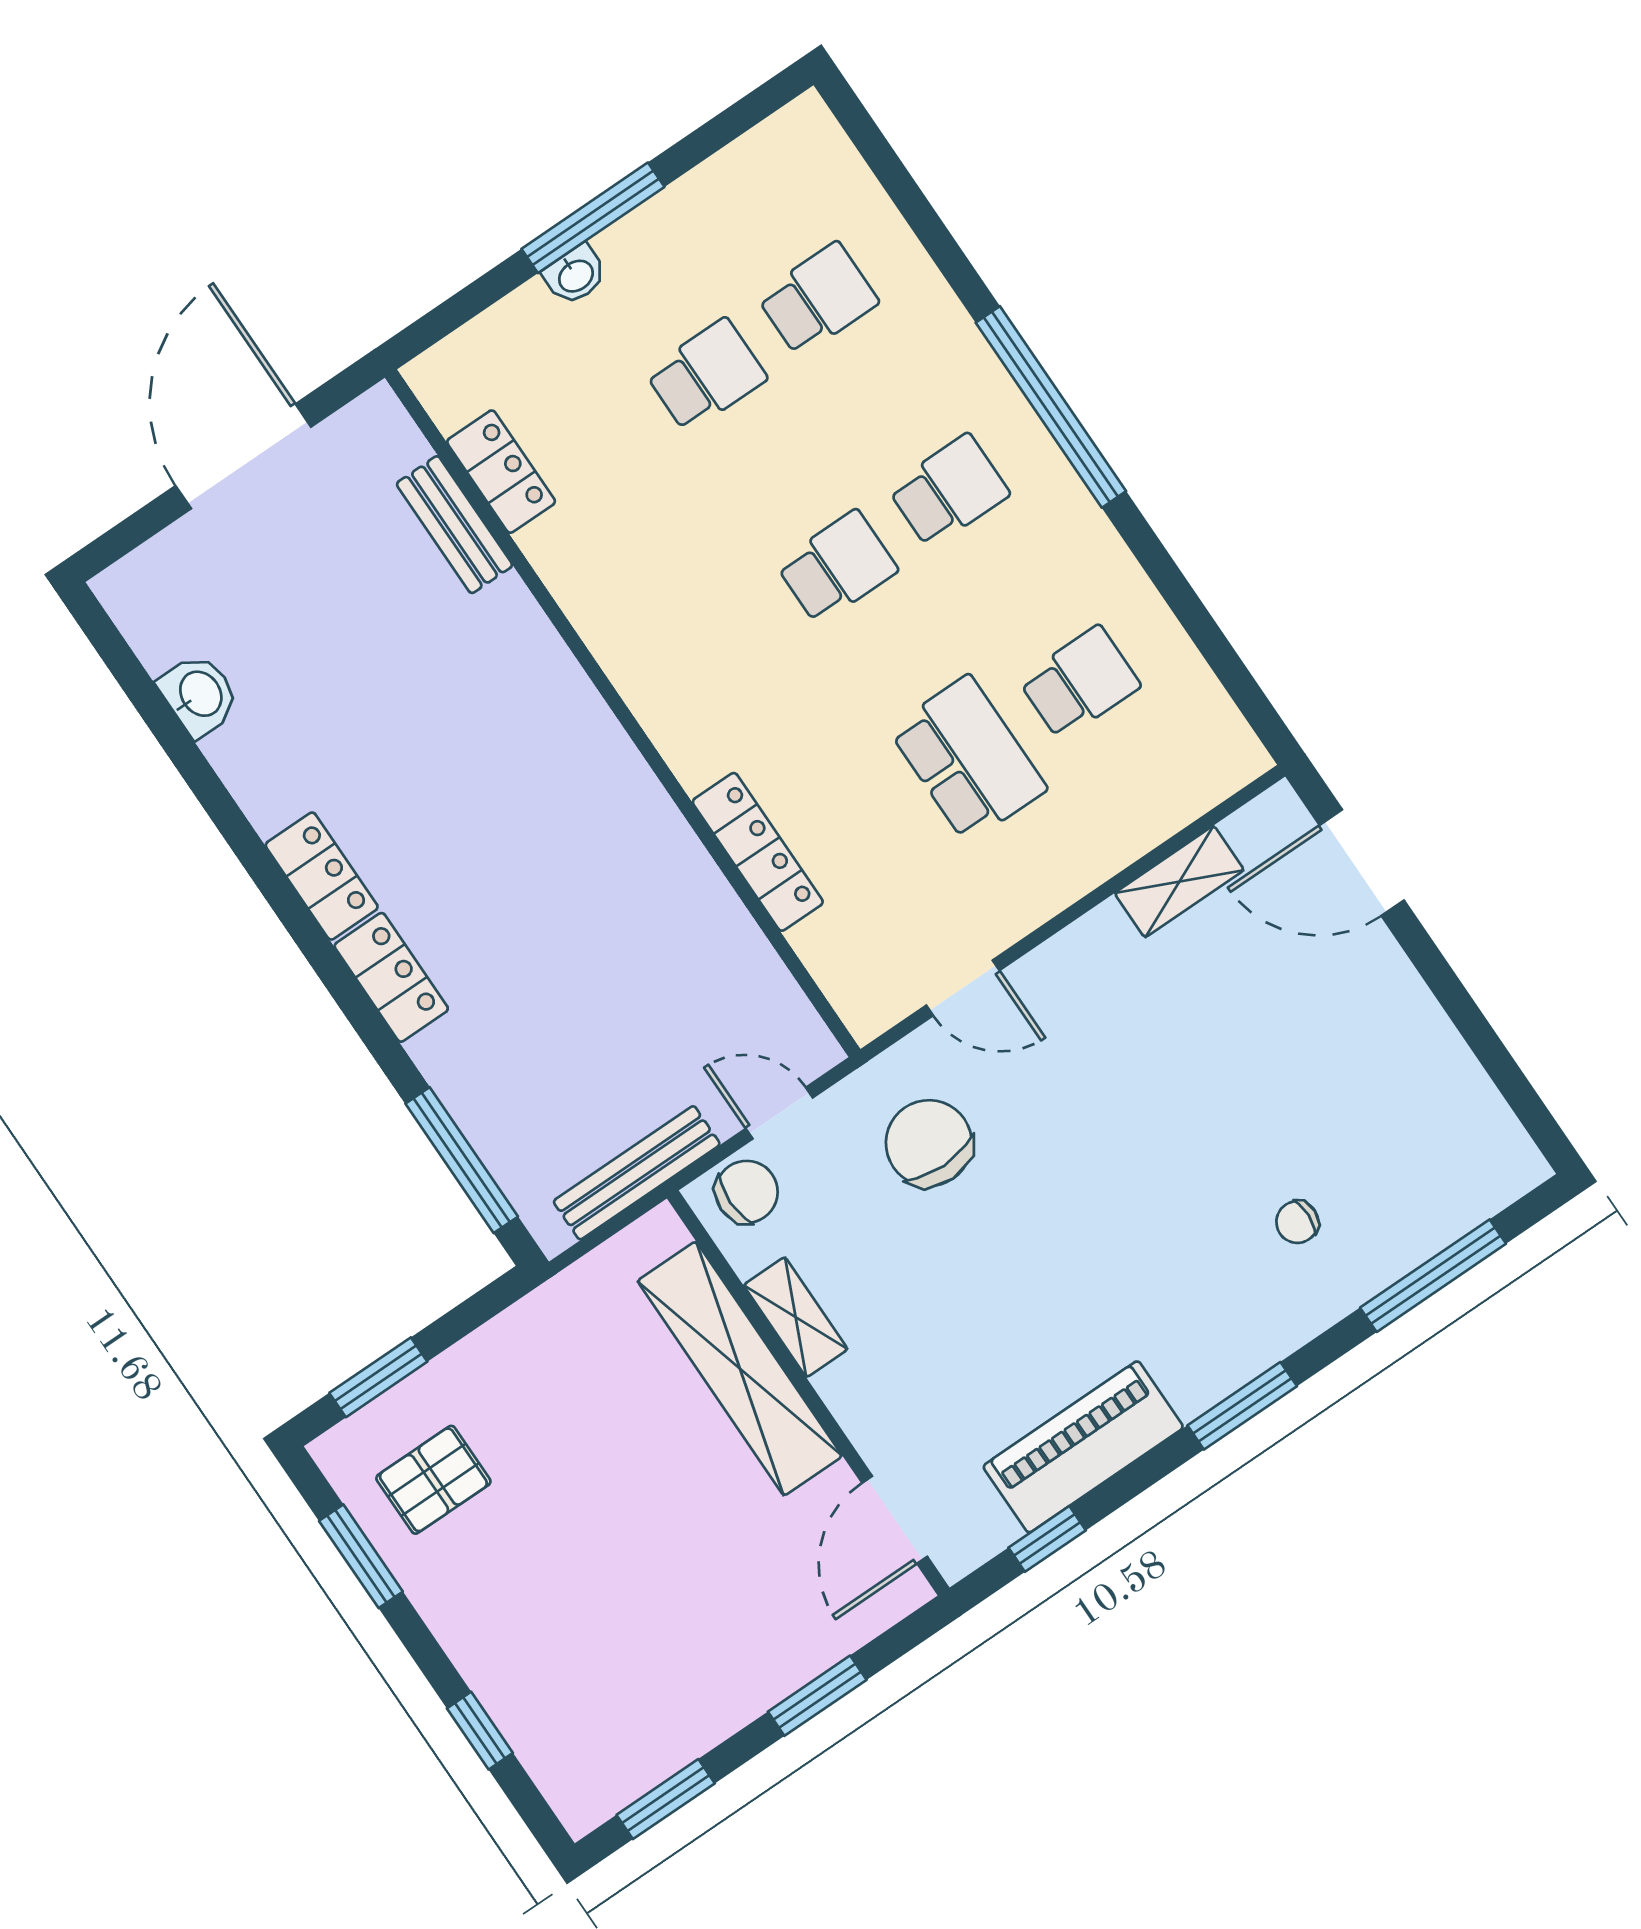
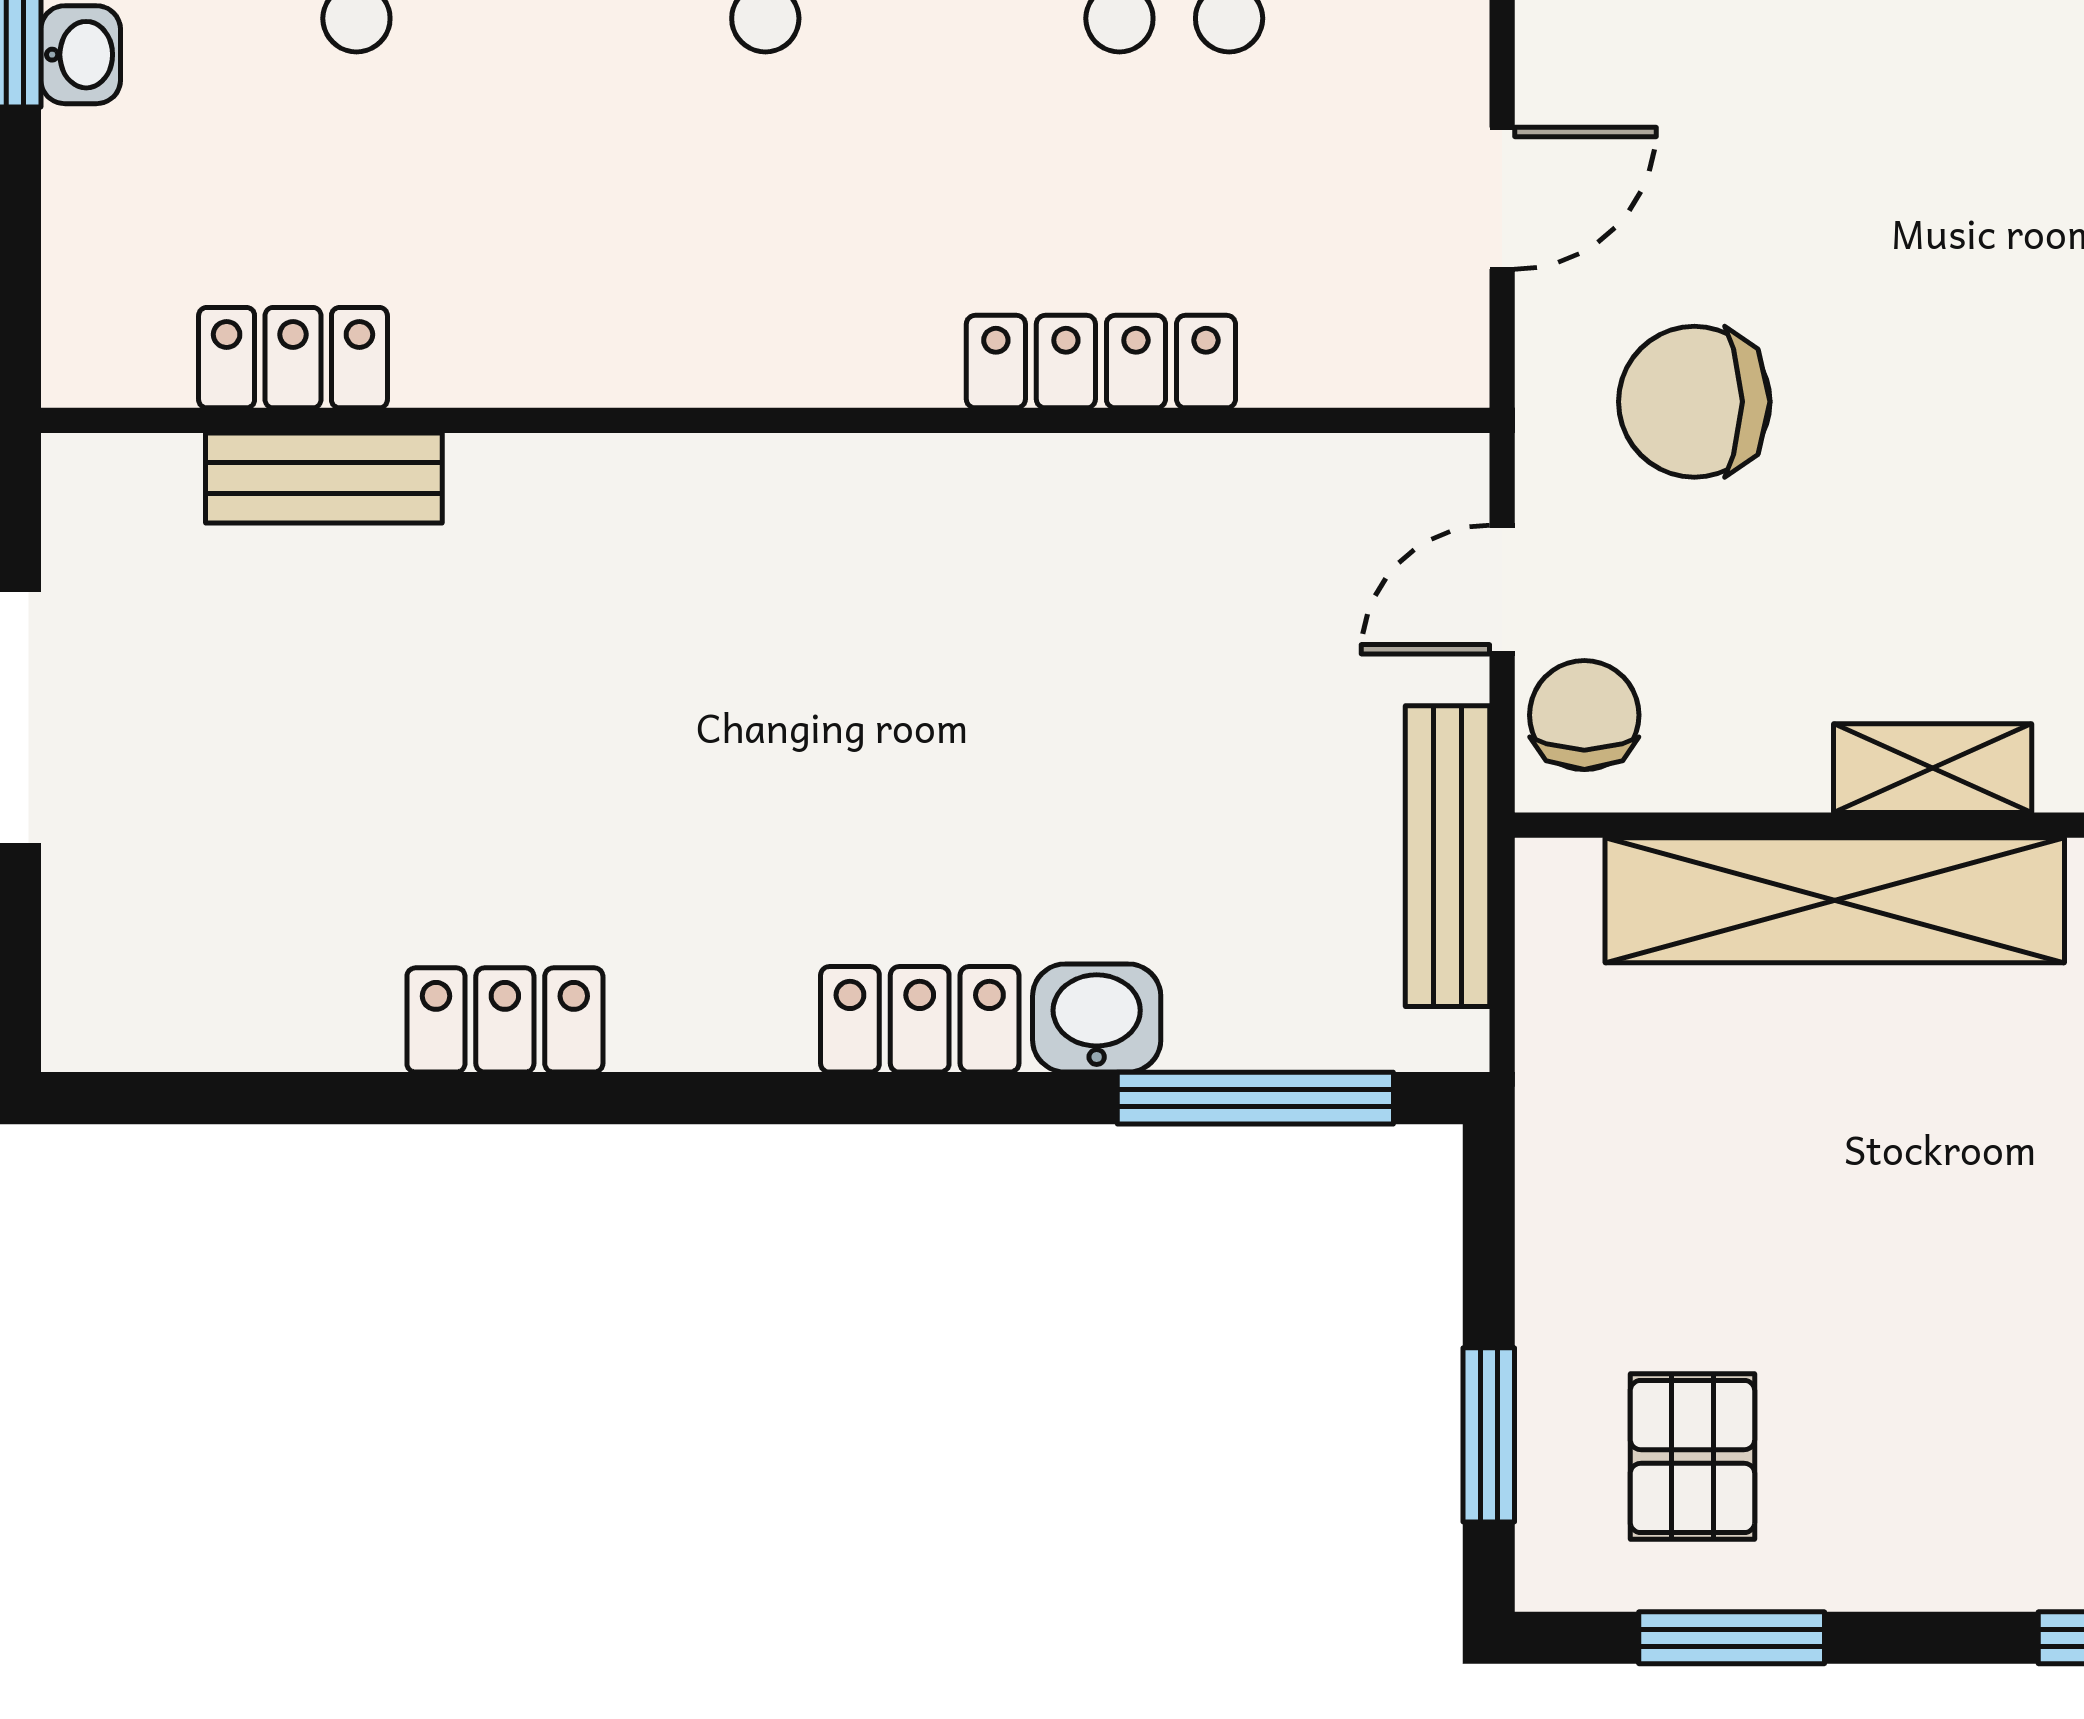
washbasin: (199, 695) -> (1097, 1018), moved
locker: (322, 876) -> (505, 1020), moved
shelving: (796, 1317) -> (1933, 768), moved

